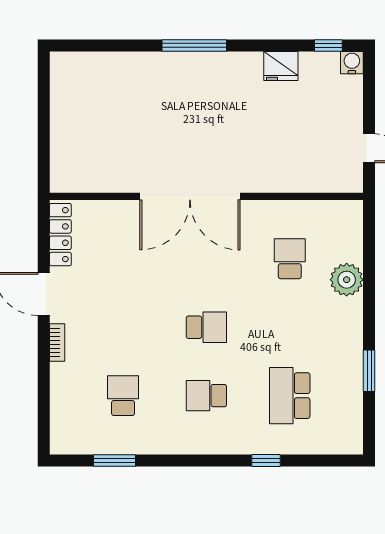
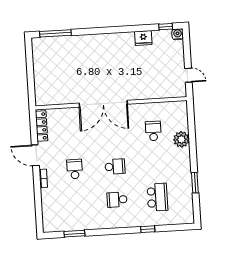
window: (194, 45) -> (55, 33), moved
school desk: (123, 396) -> (75, 169), moved
school desk: (290, 396) -> (157, 197), turned 180

